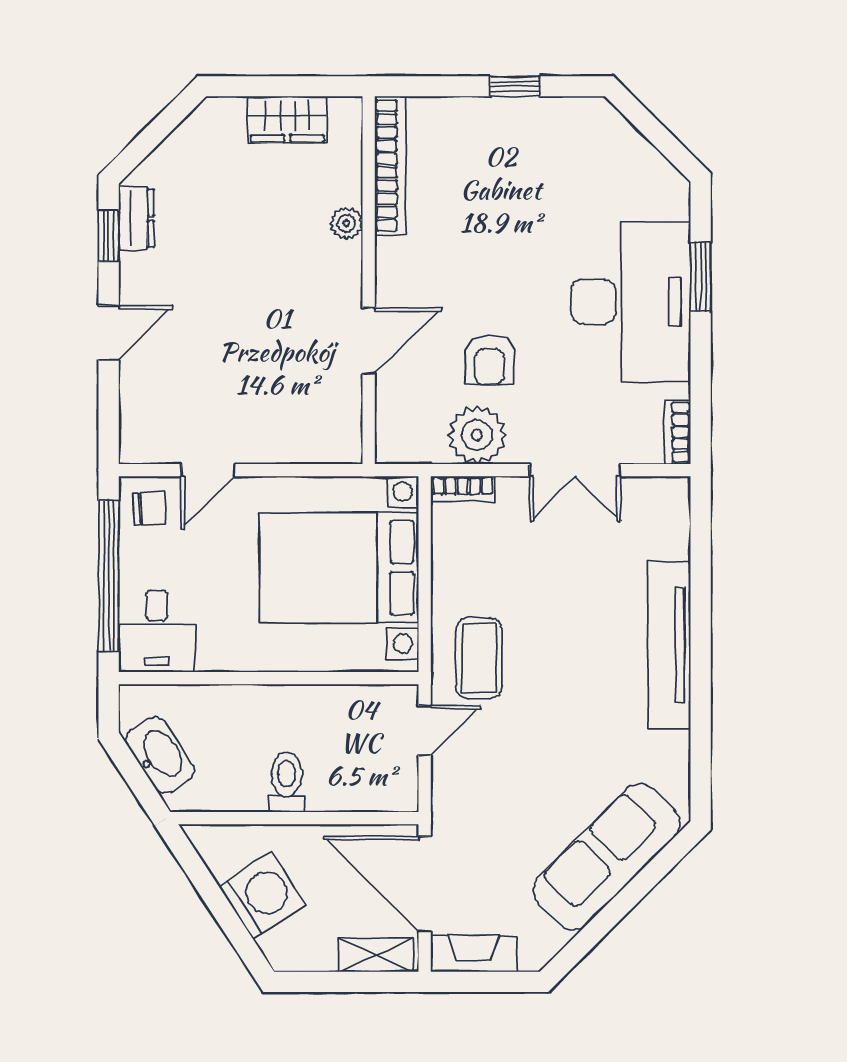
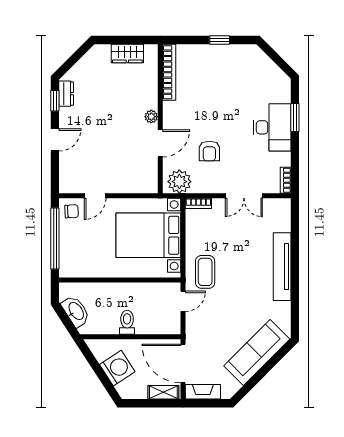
plant: (346, 223) -> (151, 117), moved
desk: (631, 301) -> (272, 127), width x0.73, depth x0.77
plant: (477, 435) -> (179, 182), moved
desk: (157, 631) -> (74, 261), removed

